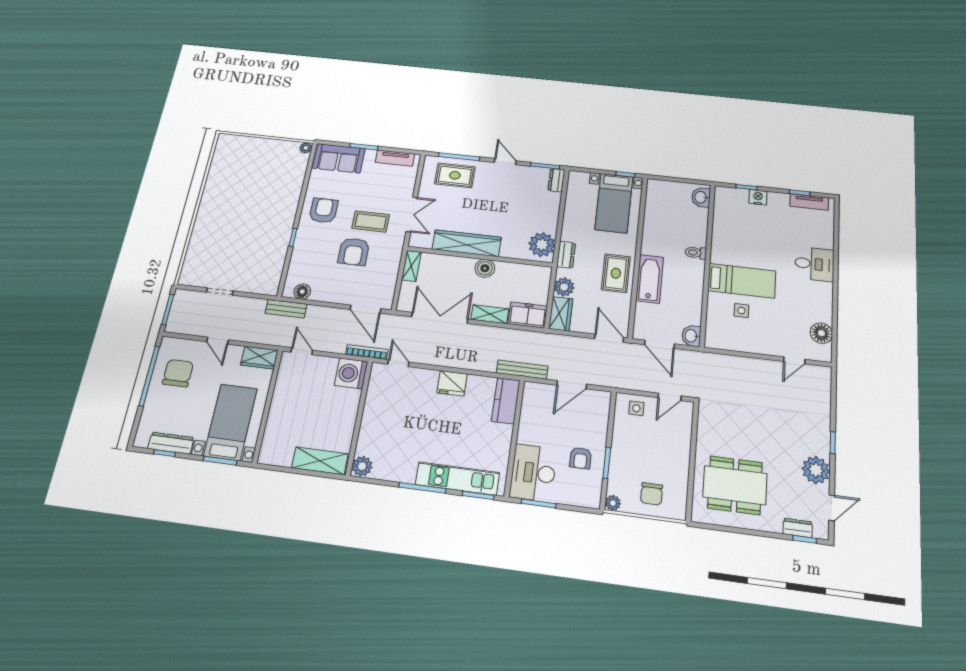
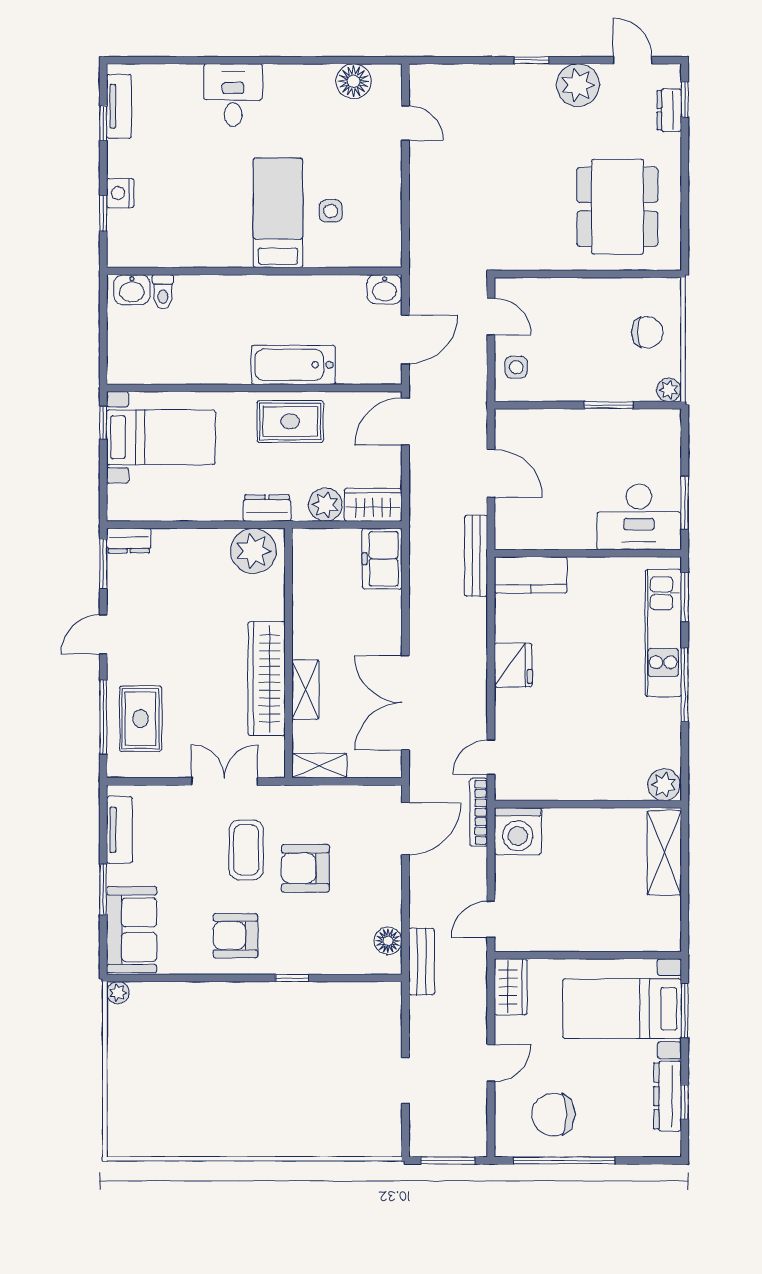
armchair: (354, 252) -> (305, 868), turned 180
toilet: (696, 253) -> (163, 292), moved
boiler: (485, 268) -> (308, 641), removed
shelving: (490, 314) -> (305, 690), moved
armchair: (581, 458) -> (607, 446), removed

